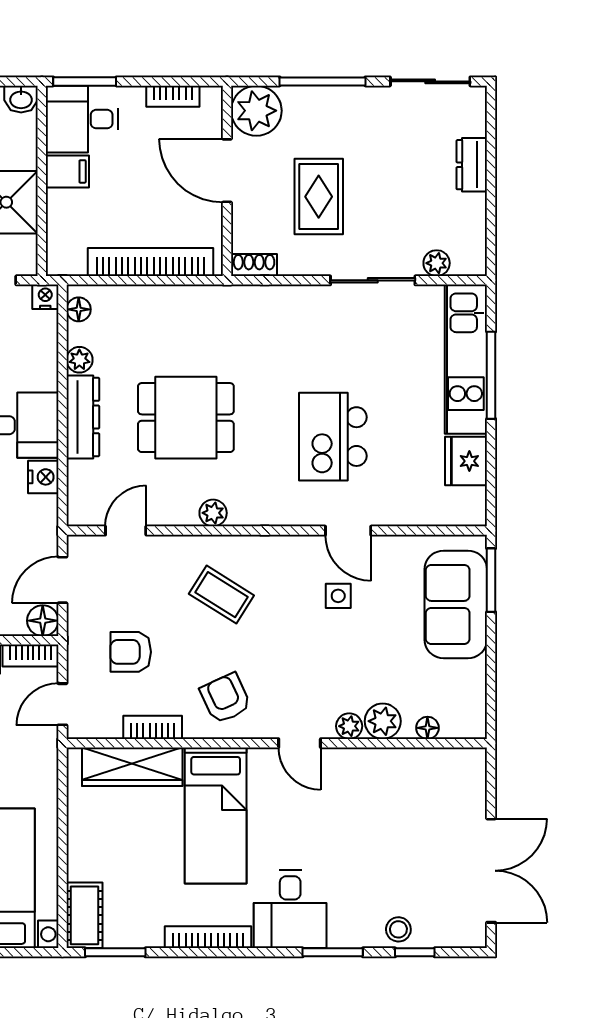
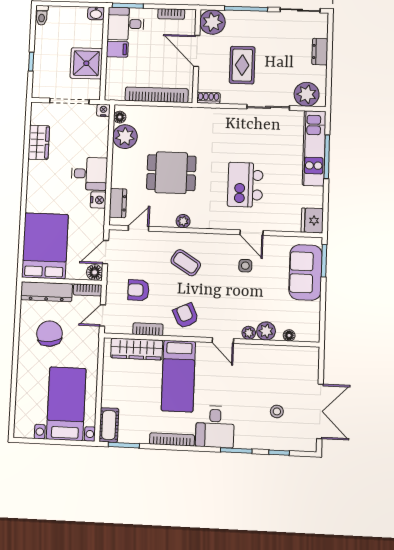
plant: (437, 263) -> (307, 94), width x1.88, depth x1.88
plant: (79, 360) -> (125, 137), width x1.87, depth x1.87
dresser: (83, 417) -> (118, 203), moved, width x0.70
fridge: (466, 461) -> (312, 220), moved
stool: (398, 929) -> (277, 411), moved

